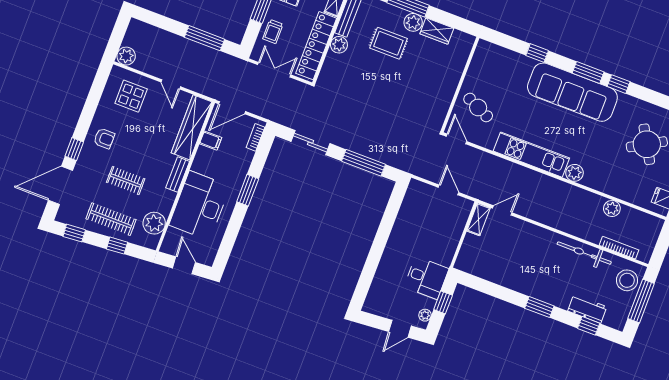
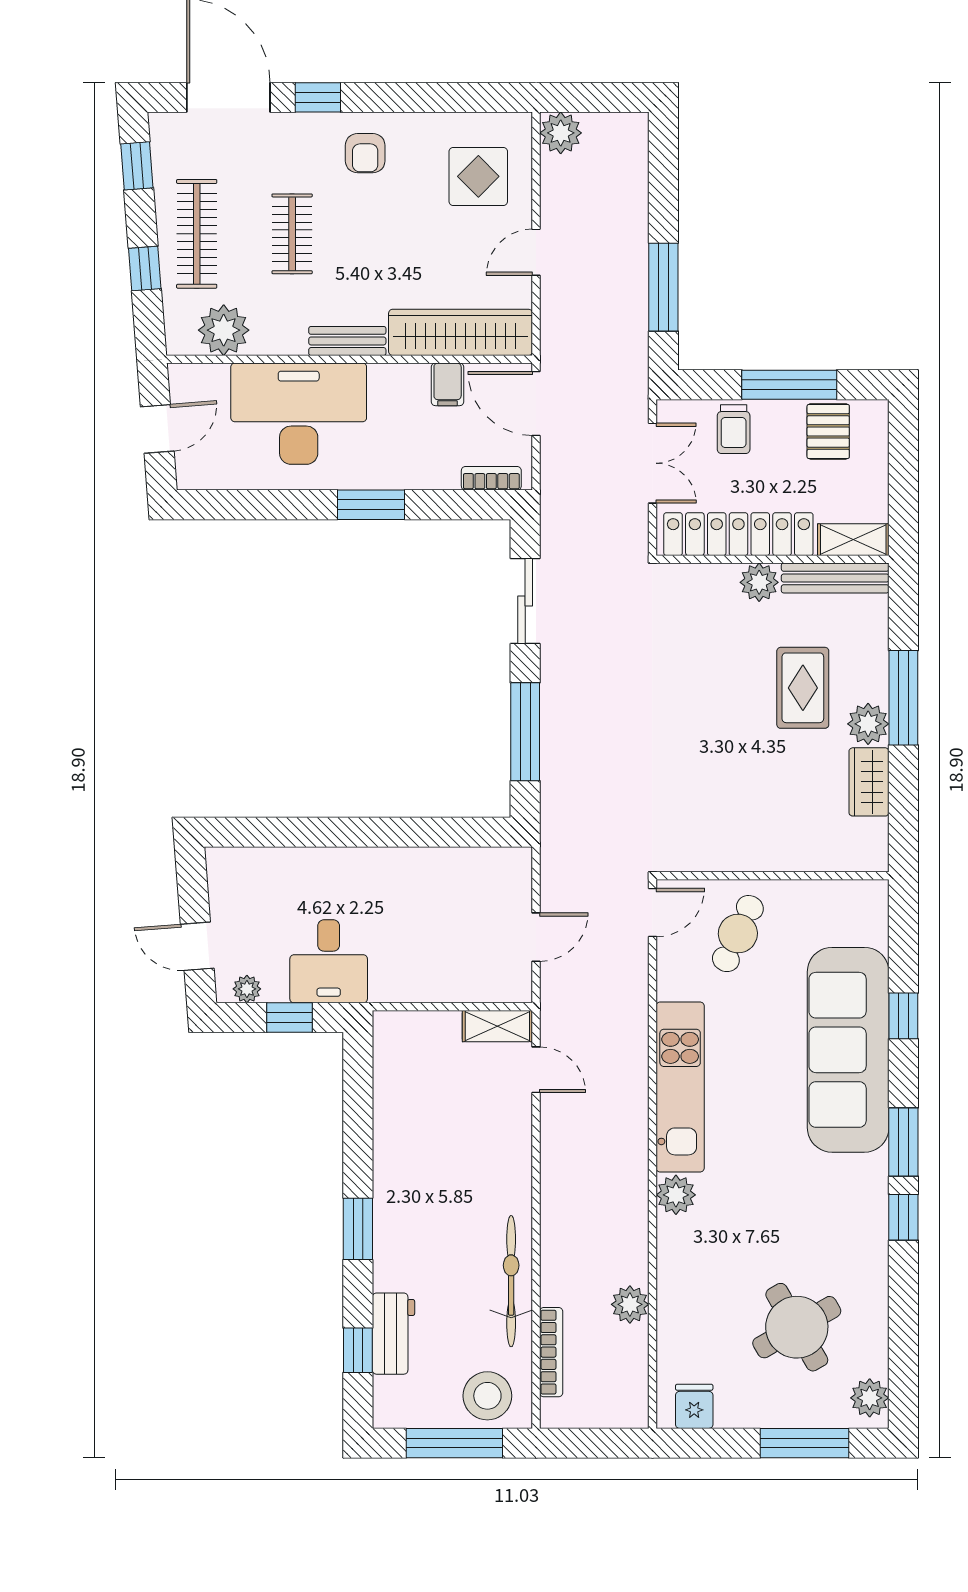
trolley: (273, 32) -> (734, 429), turned -90
sofa: (572, 92) -> (848, 1050), moved

